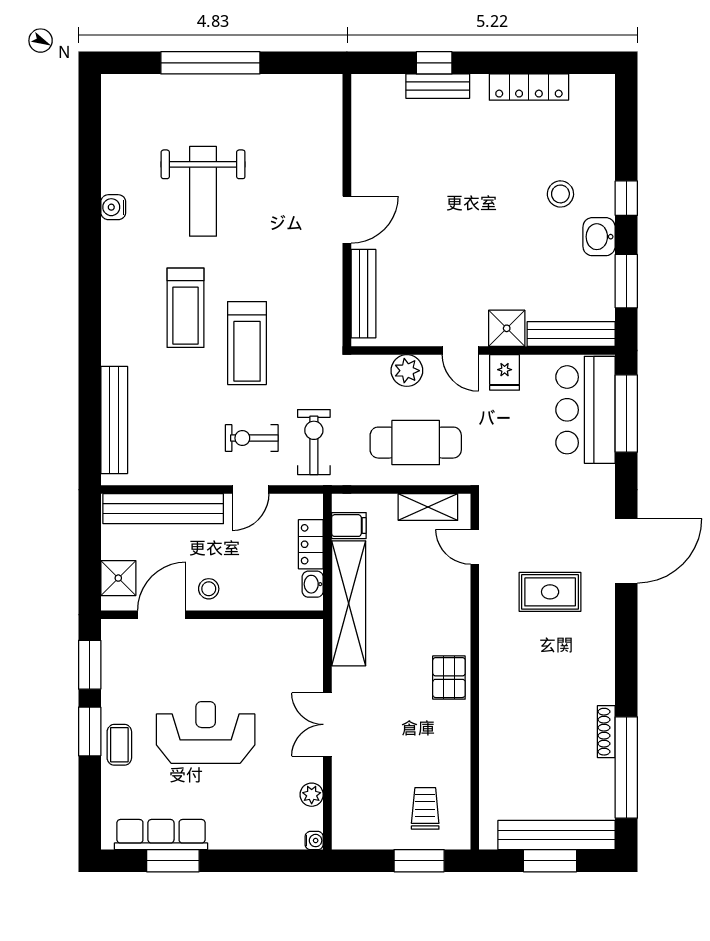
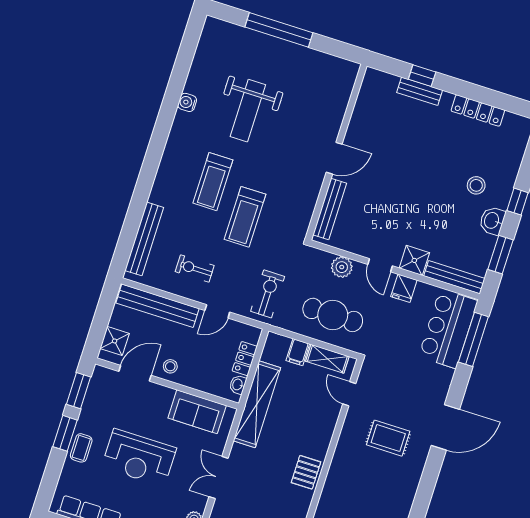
exercise bike: (252, 438) -> (195, 269), moved
filing cabinet: (349, 526) -> (298, 352), moved, turned 90
sofa: (267, 641) -> (197, 412), added
reception desk: (206, 732) -> (139, 458), turned 180

